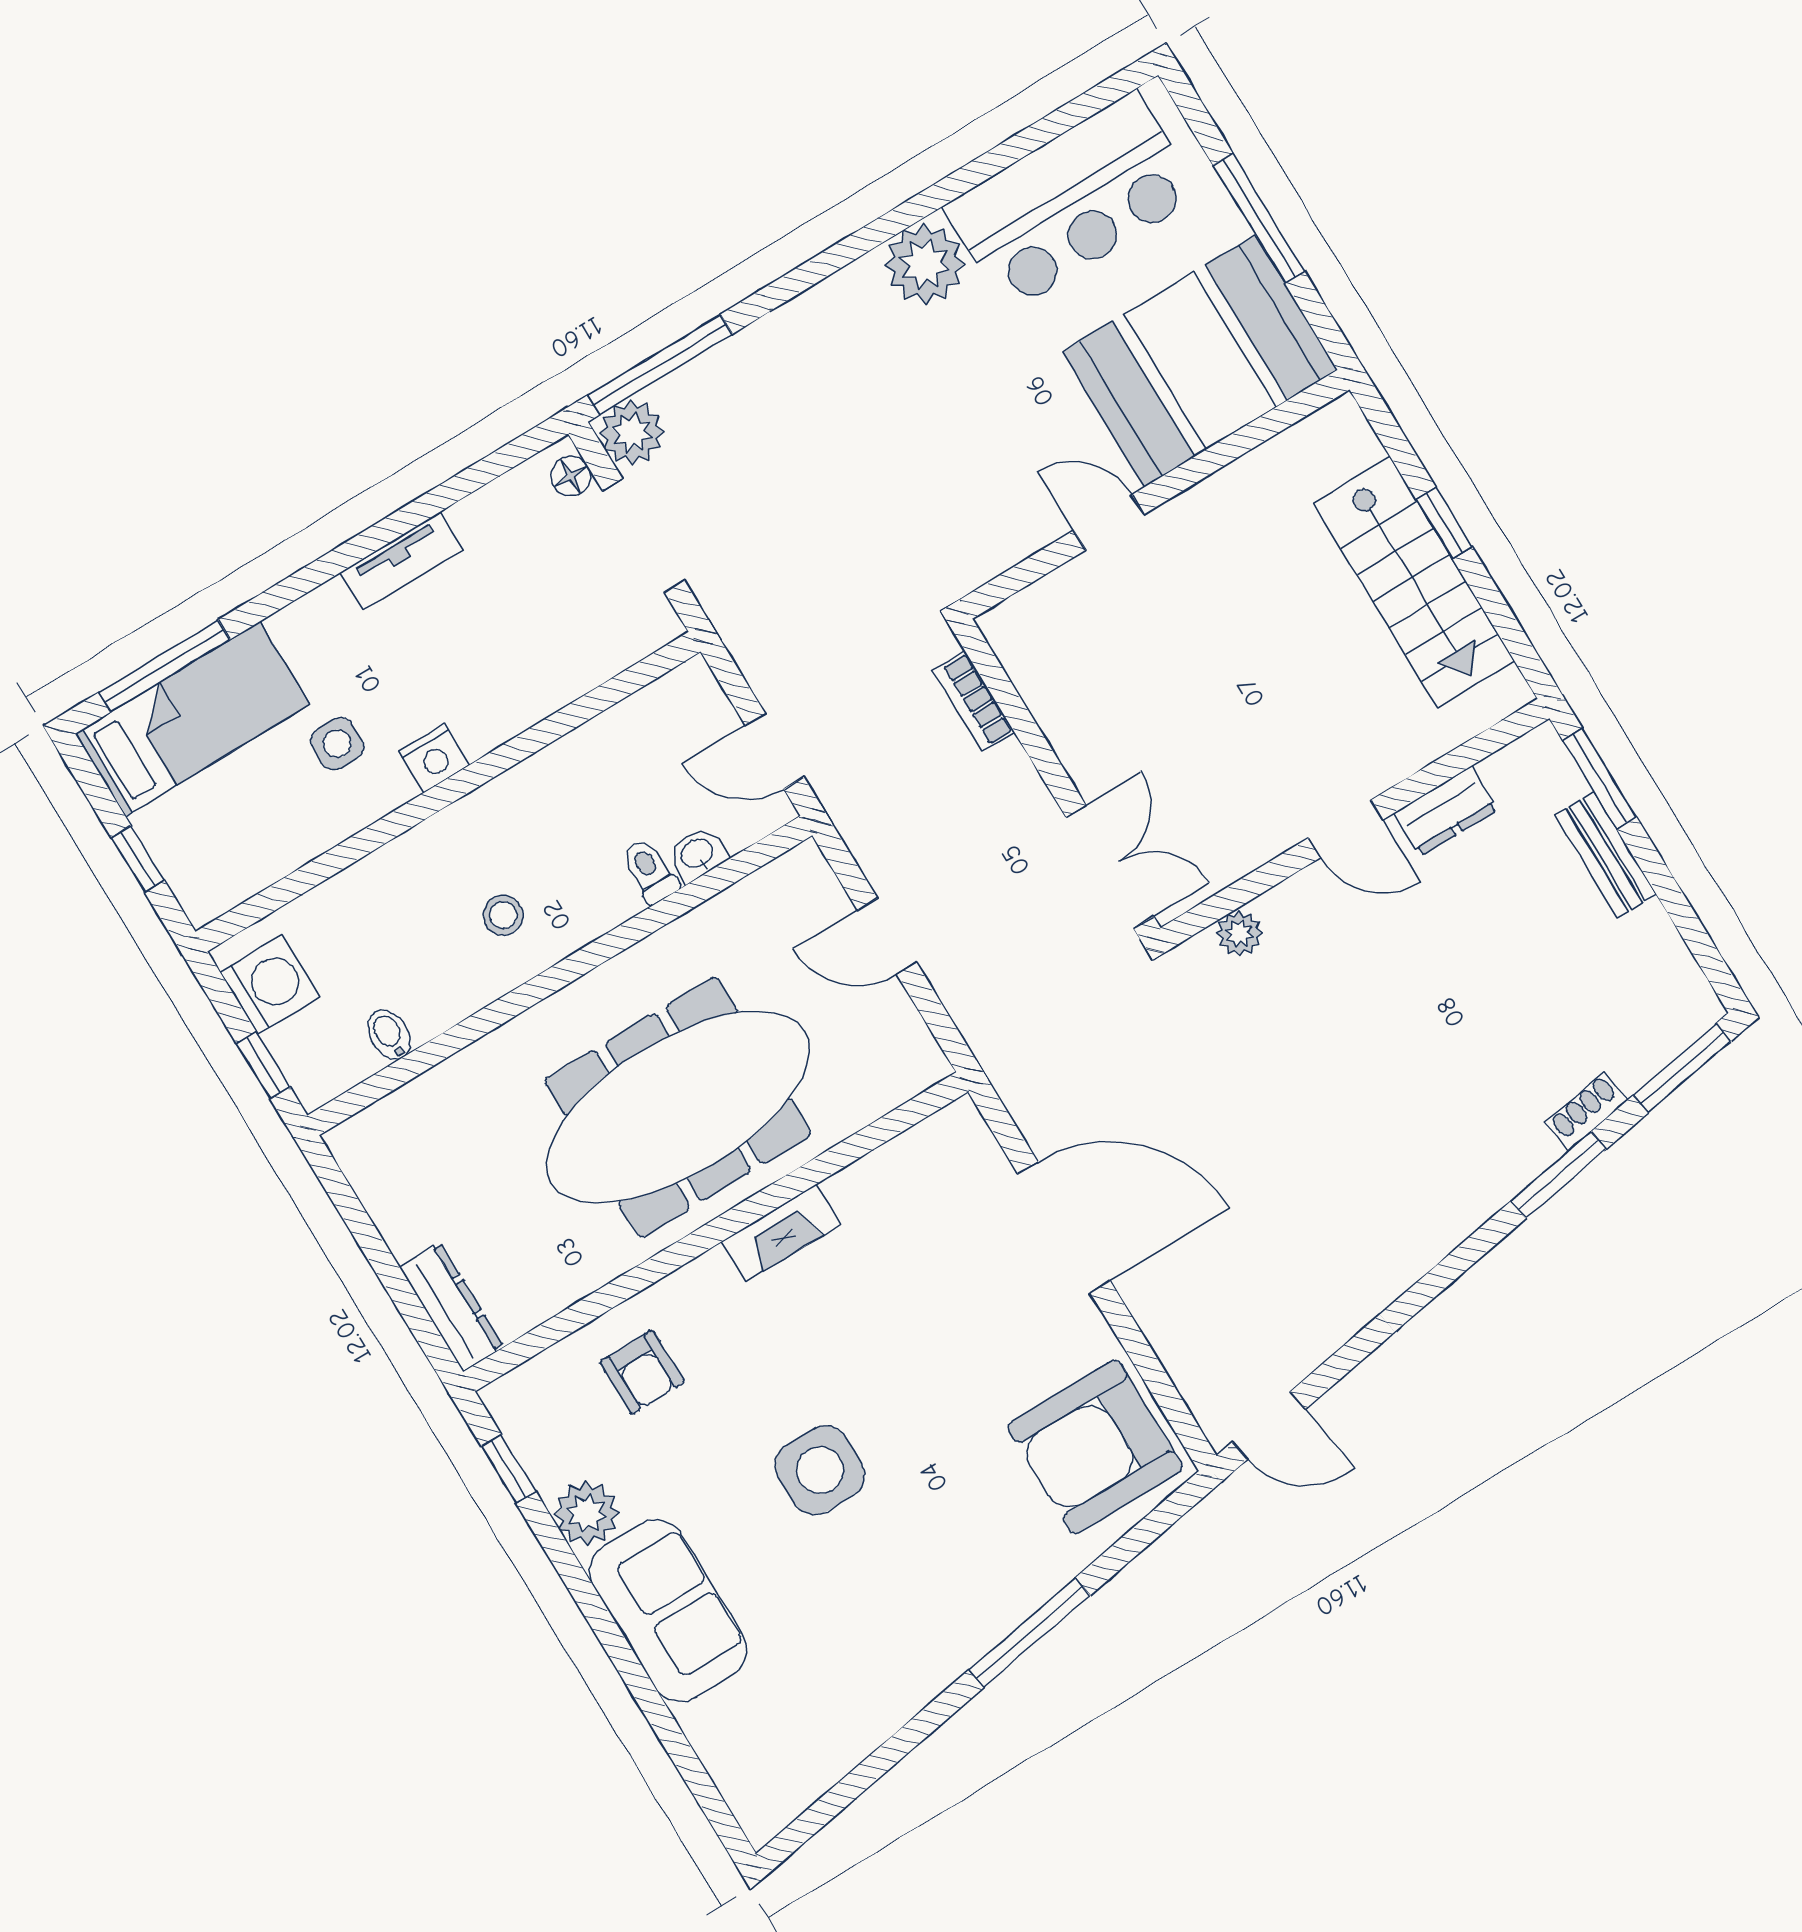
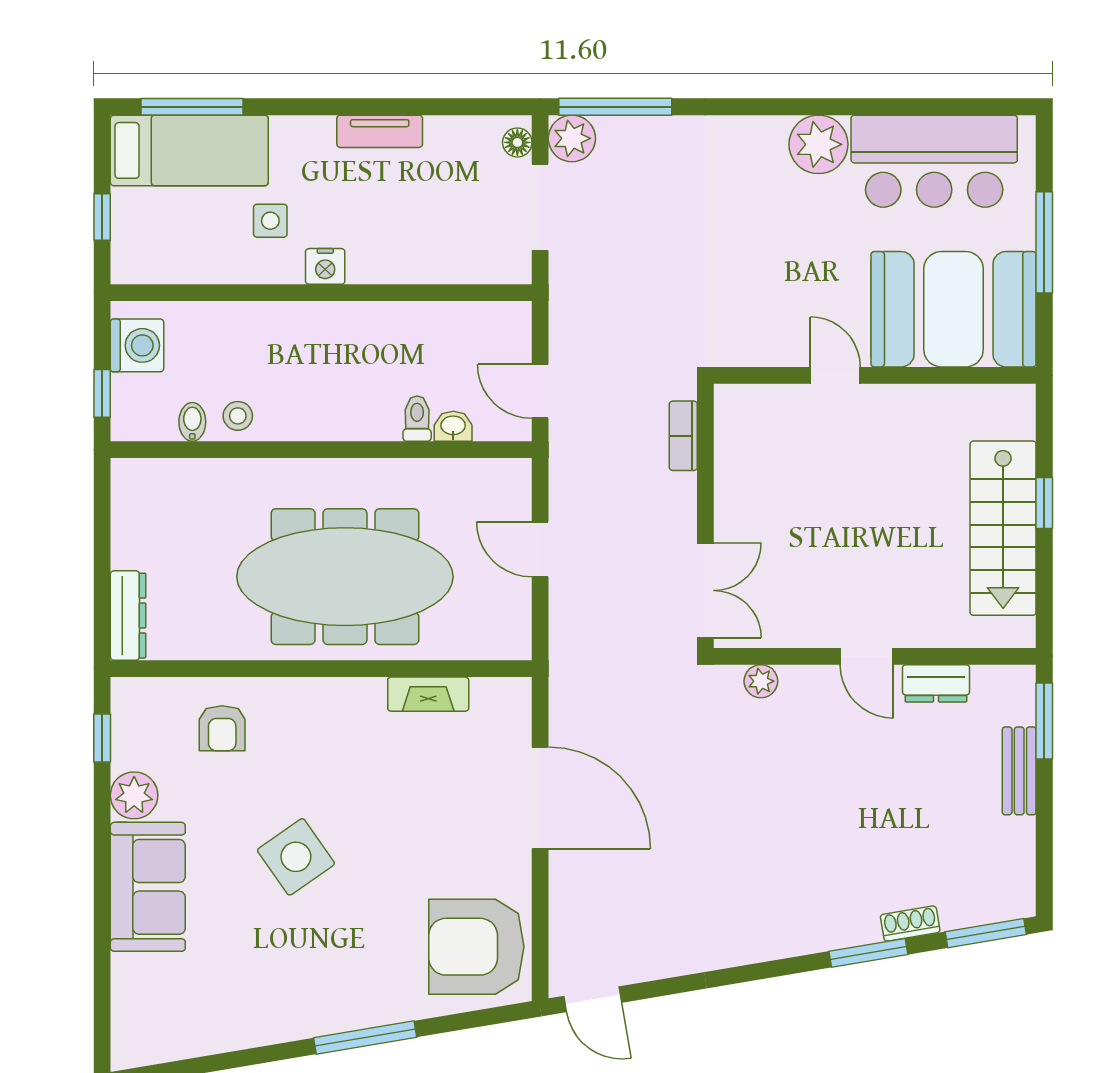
stool: (503, 915) -> (238, 416), moved
fireplace: (781, 1233) -> (428, 694), moved
side table: (820, 1470) -> (296, 857), turned -35

